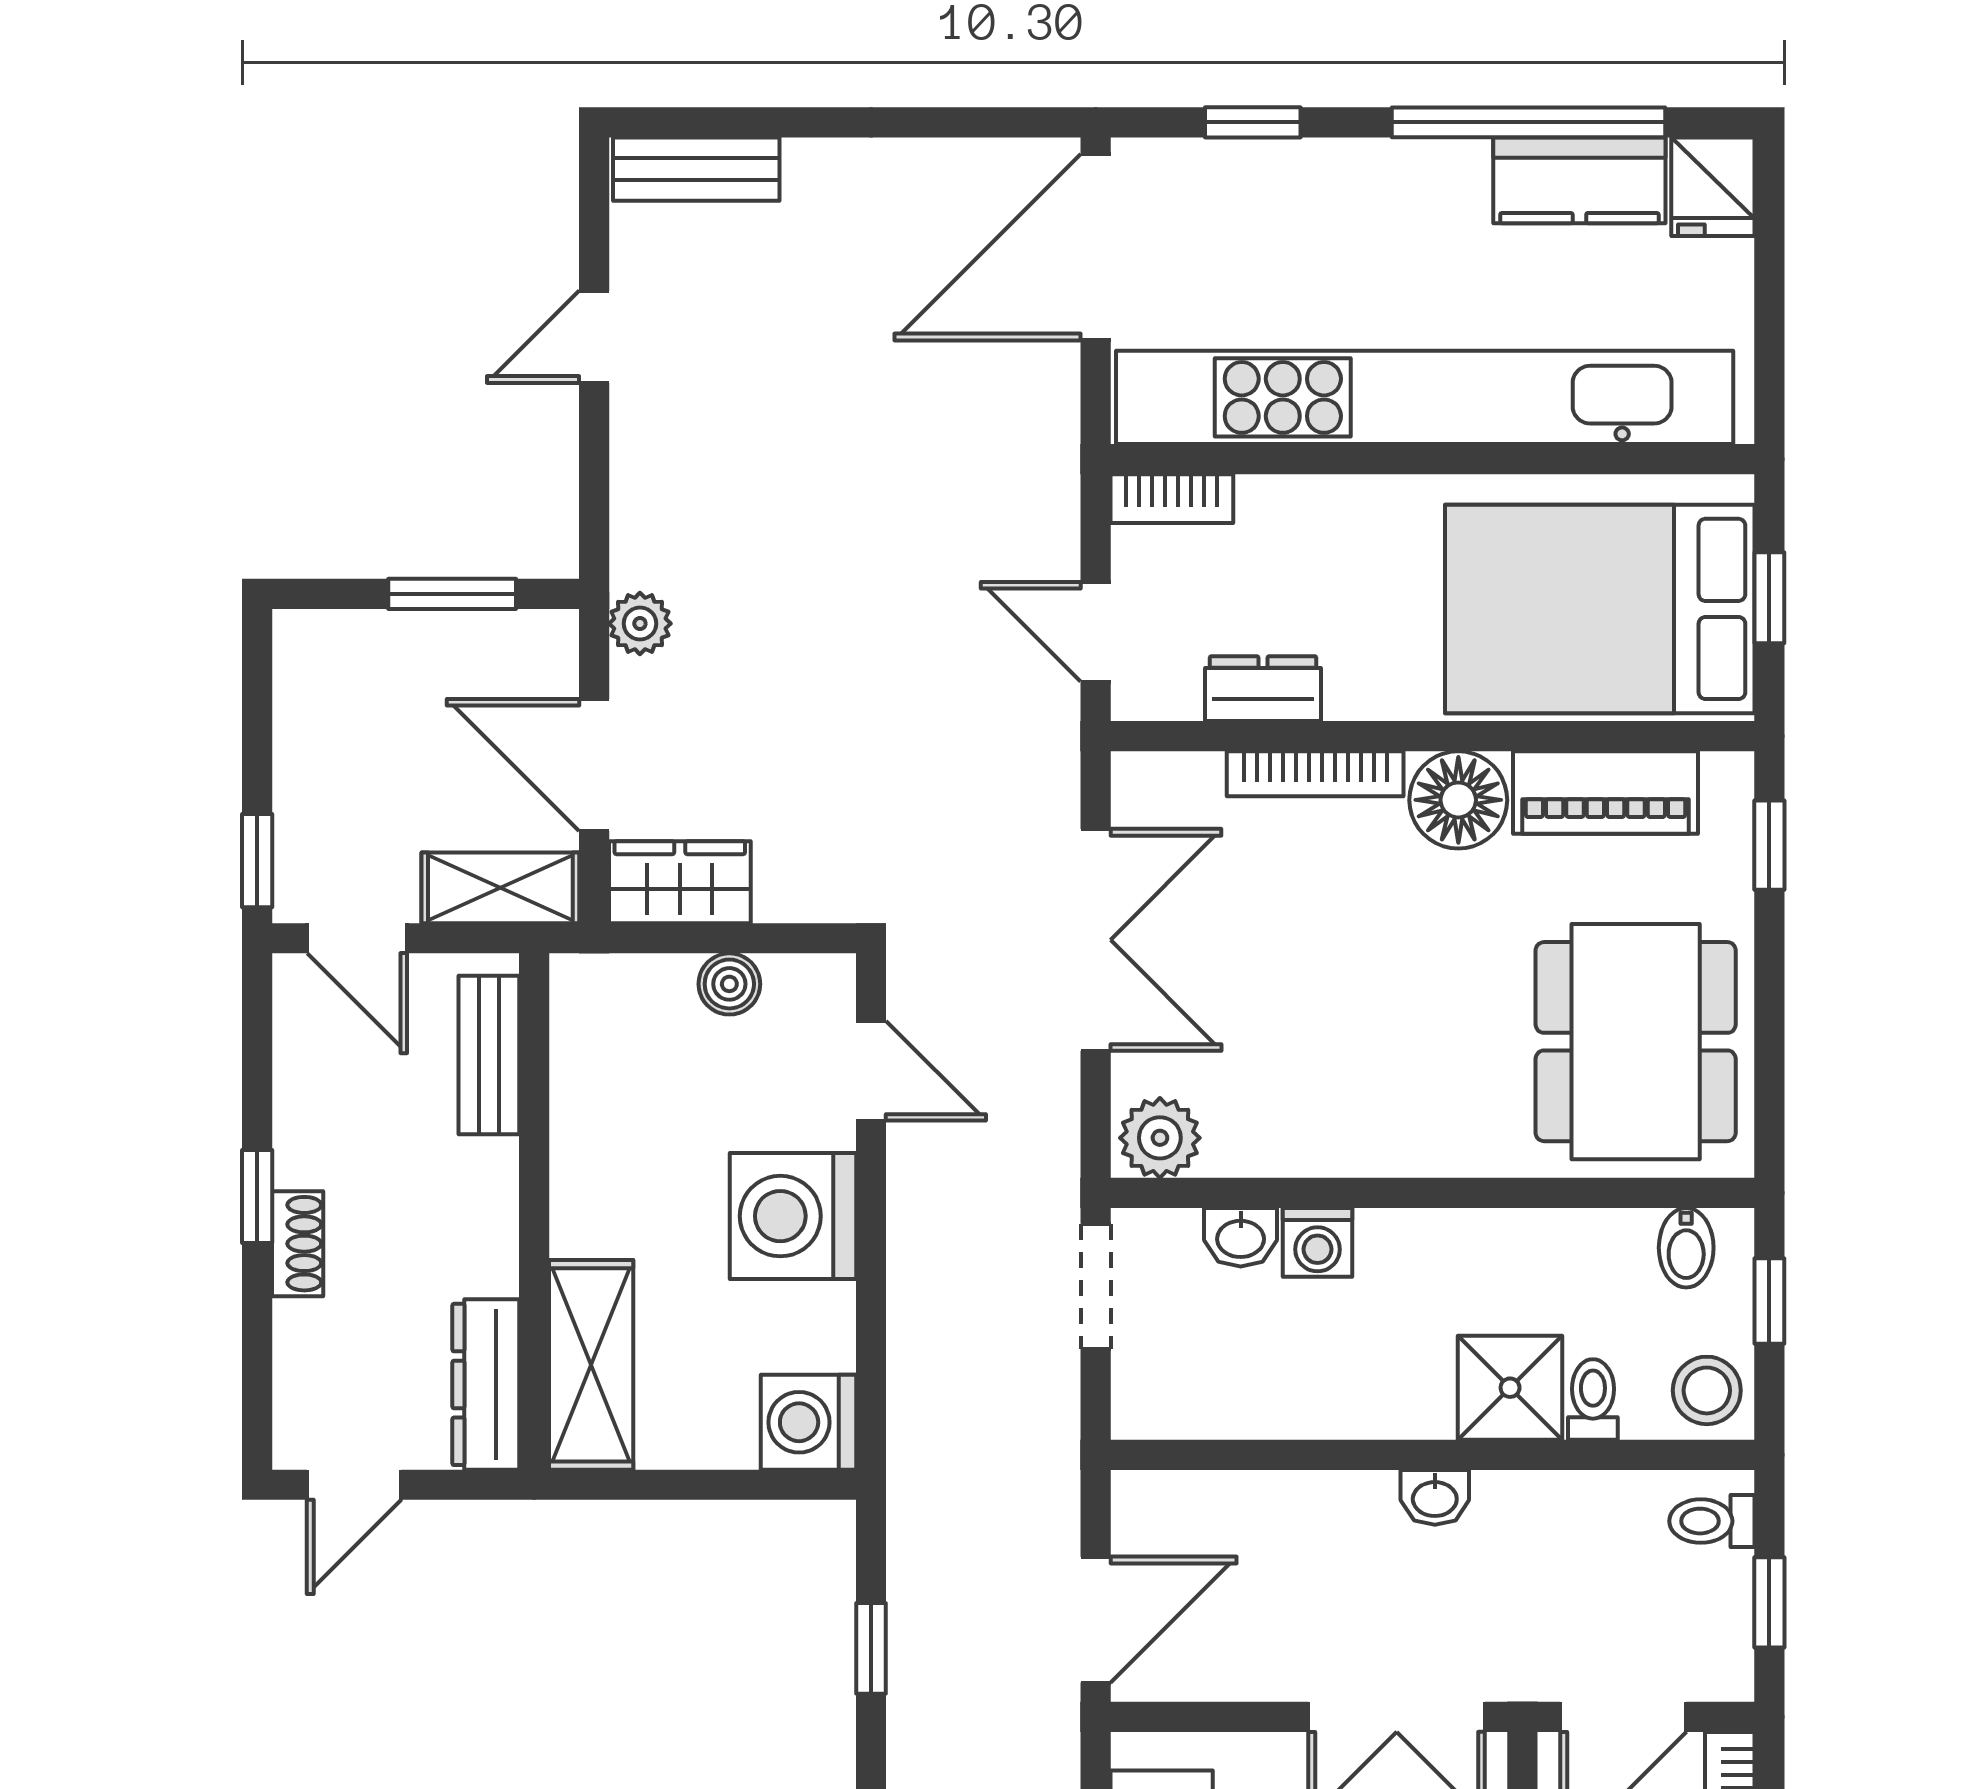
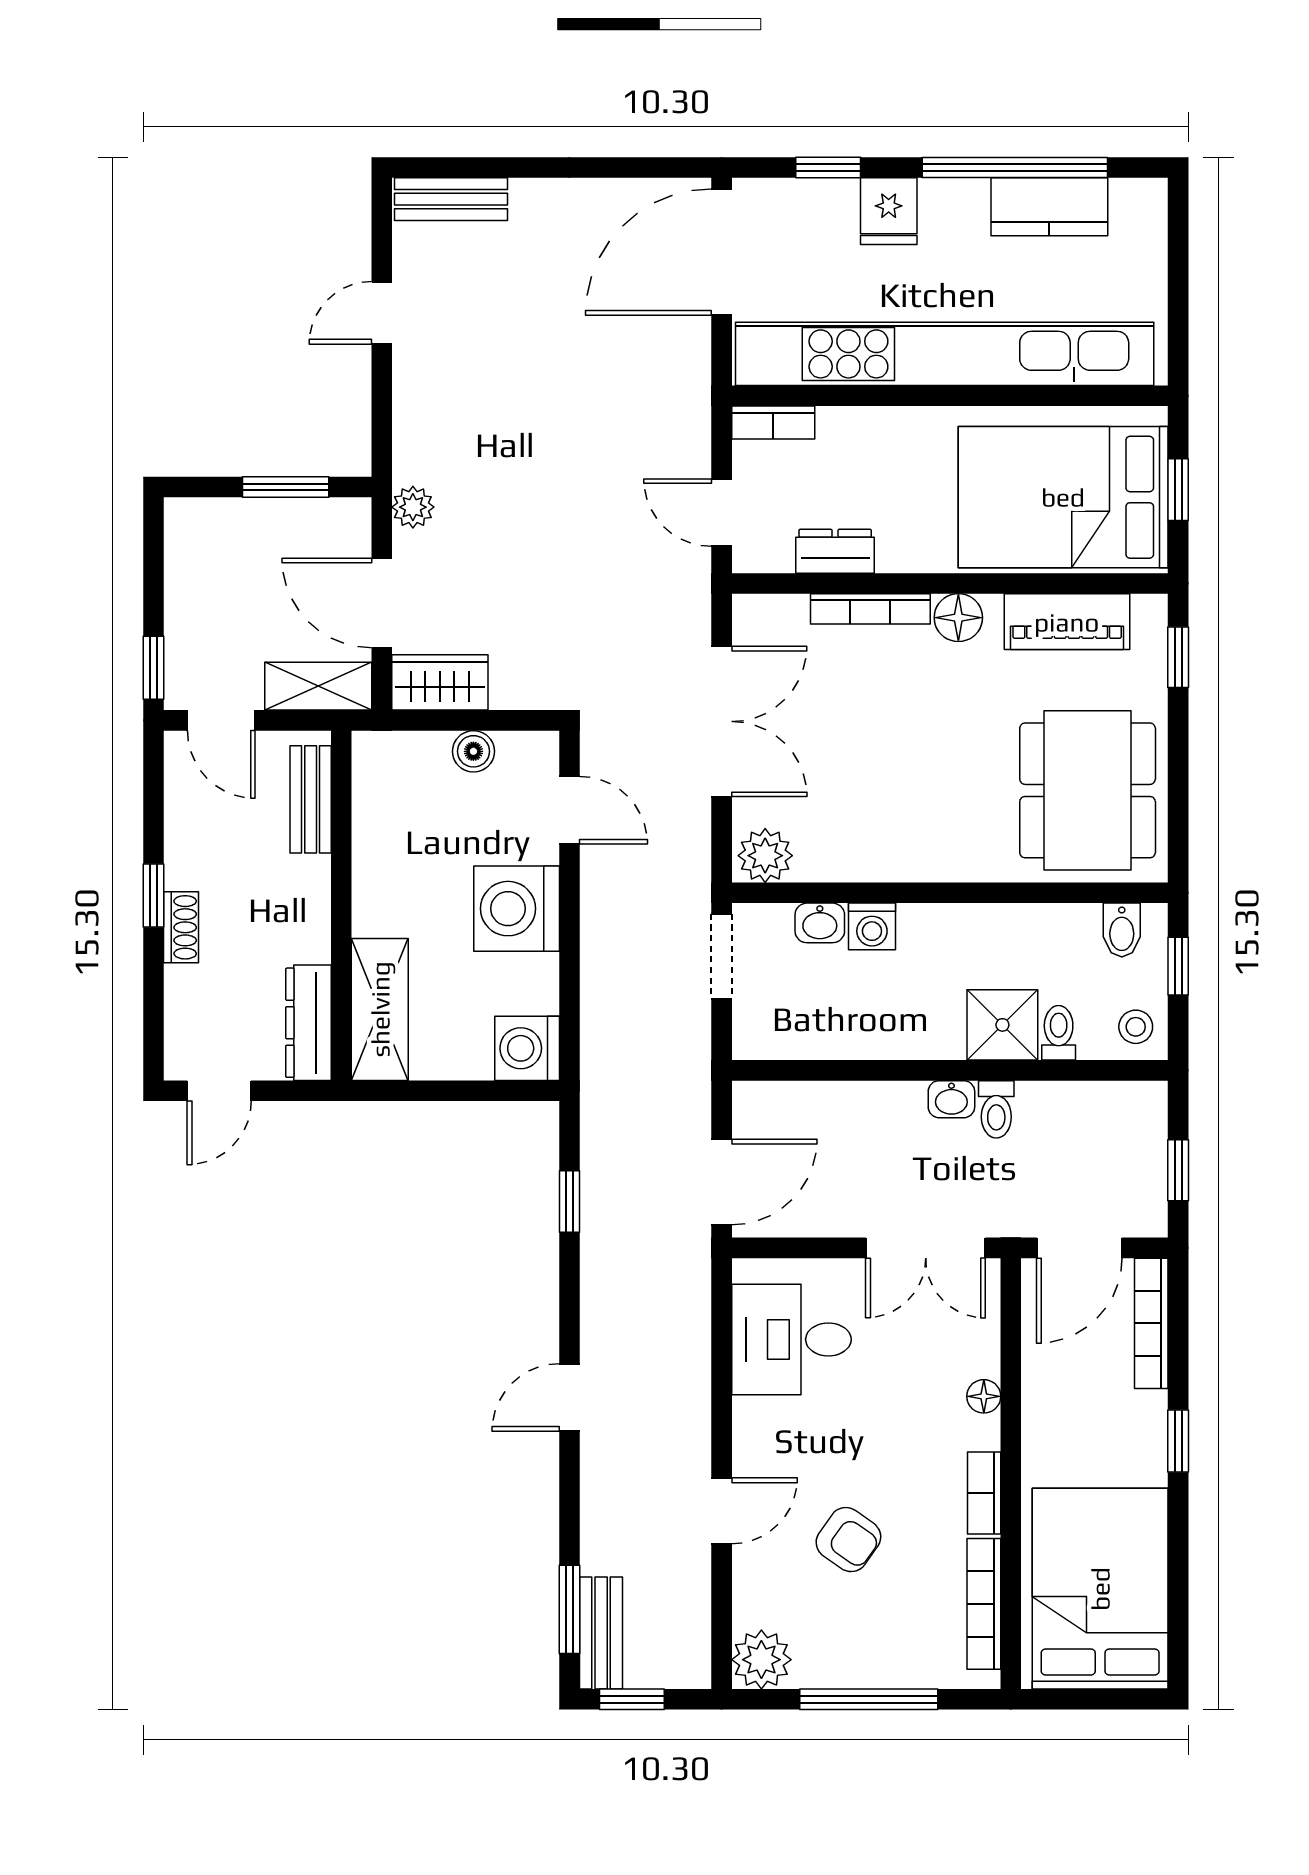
fridge: (1713, 187) -> (889, 211), moved
floor lamp: (1458, 800) -> (958, 618), width x0.73, depth x0.73
stool: (1707, 1390) -> (1136, 1027), width x0.73, depth x0.73
toilet: (1712, 1521) -> (996, 1109), moved, turned -90

